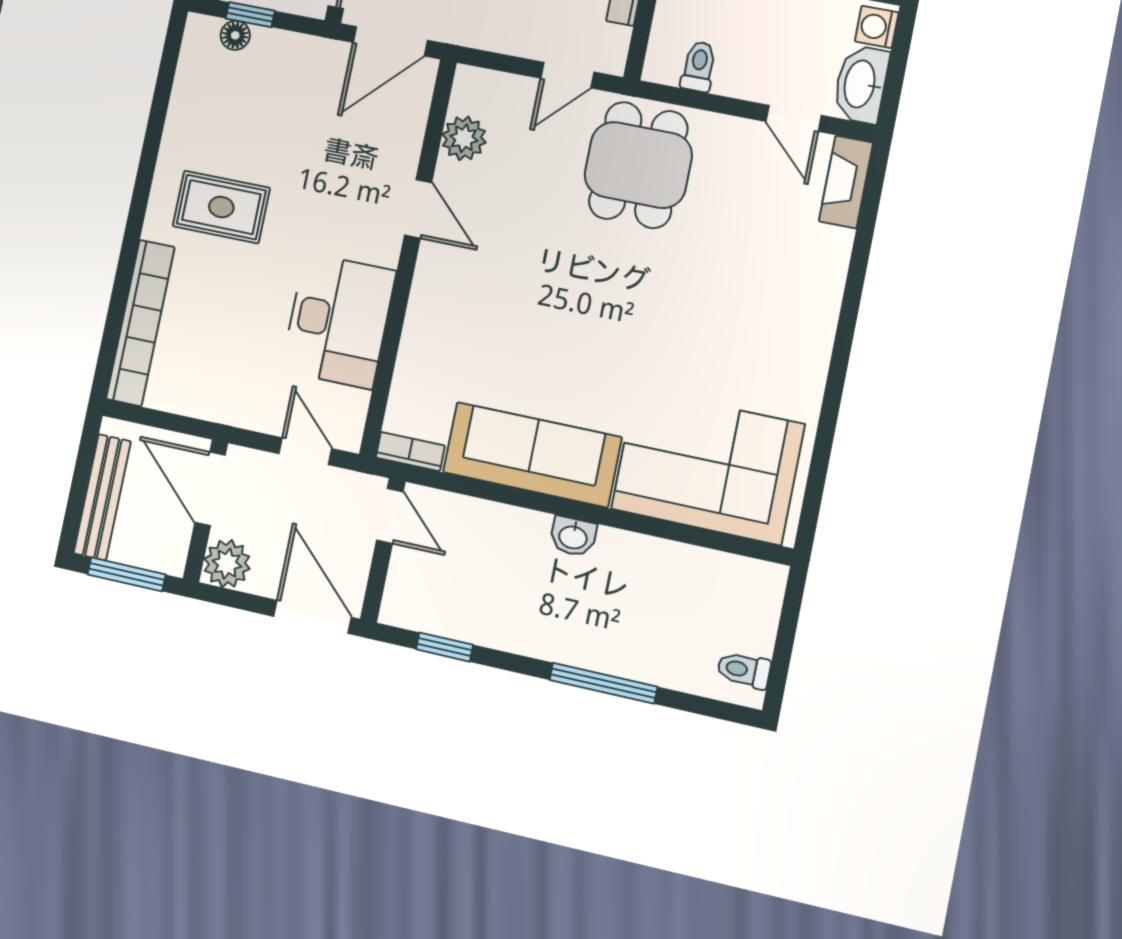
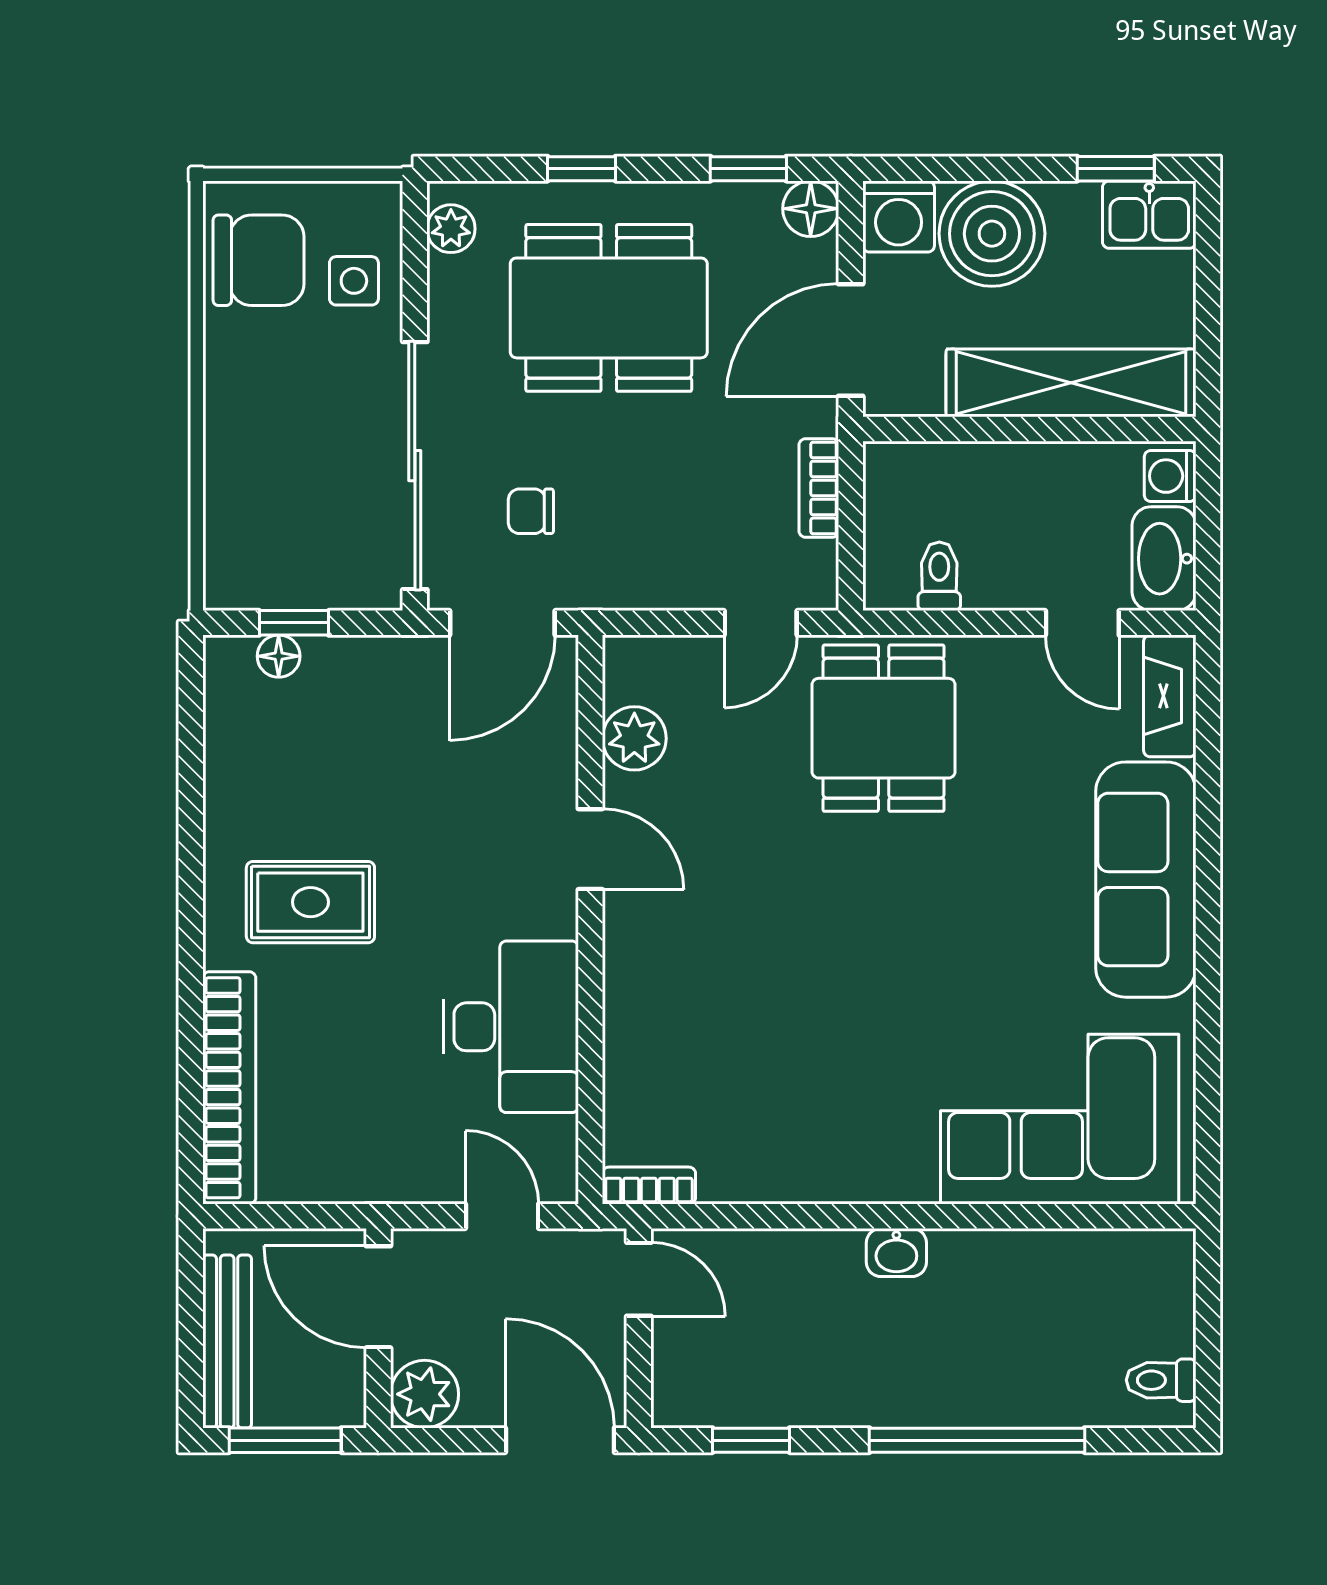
sofa: (532, 455) -> (1146, 880), moved, turned -90
window: (603, 683) -> (977, 1440), width x1.46

